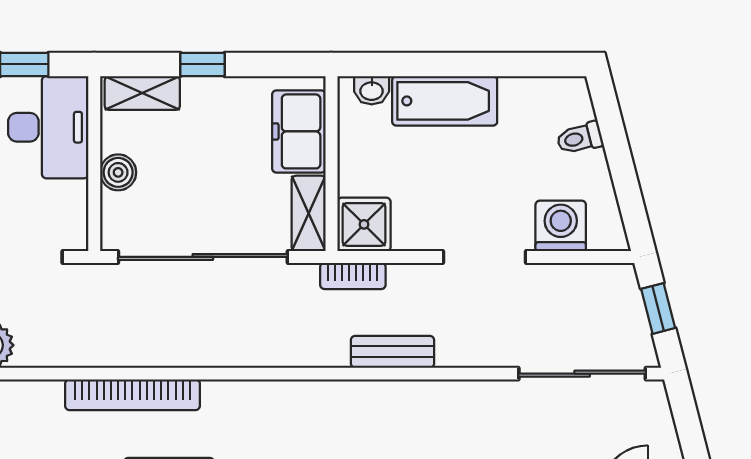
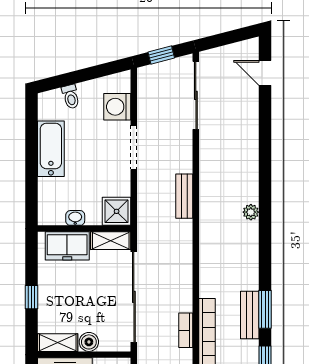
washbasin: (372, 90) -> (75, 218), moved, turned -90
shelving: (142, 93) -> (58, 343), moved, turned 90
bathtub: (445, 101) -> (51, 149), moved
bookcase: (353, 276) -> (186, 330), moved, turned 180

